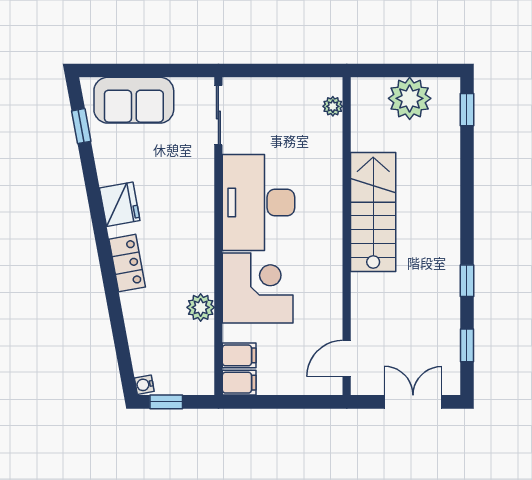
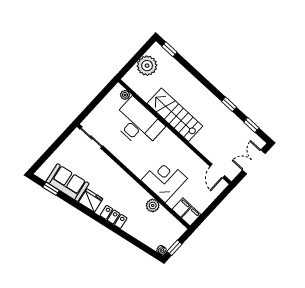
sofa: (134, 100) -> (68, 183), moved, turned -100
desk: (259, 202) -> (138, 123), moved, turned 180

